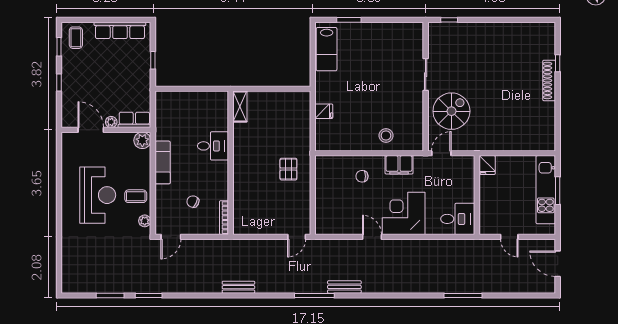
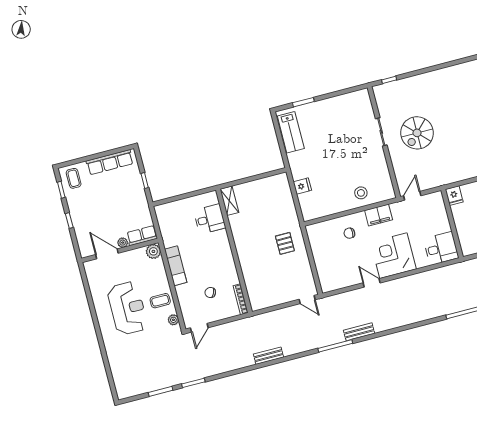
spiral stairs: (451, 111) -> (417, 133), moved, turned 180
desk: (213, 146) -> (210, 219), moved
door: (297, 237) -> (307, 300), hinge flipped

